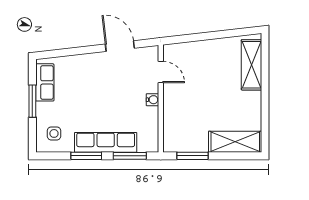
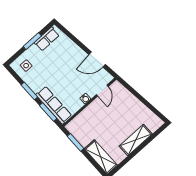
door: (120, 46) -> (97, 59), swing flipped
shelving: (252, 65) -> (136, 140), moved
row of seats: (106, 142) -> (54, 105), moved

